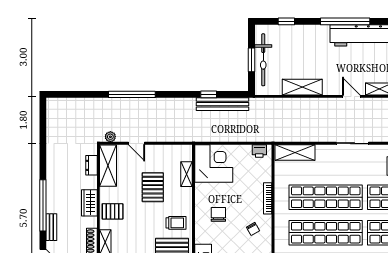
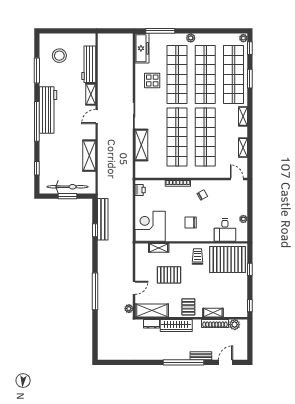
shelving: (295, 153) -> (141, 145), moved
wardrobe: (89, 203) -> (176, 325), width x1.50

